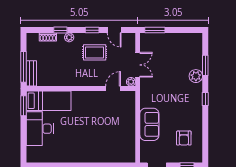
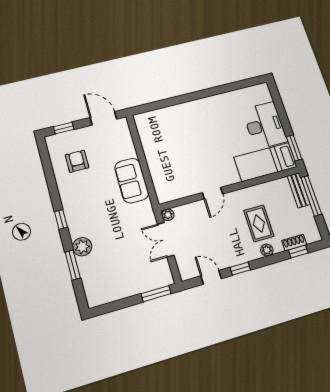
window: (60, 30) -> (298, 251), moved
rug: (95, 52) -> (259, 223), moved, turned 90
door: (113, 88) -> (212, 193), moved
sofa: (149, 124) -> (132, 181), moved

